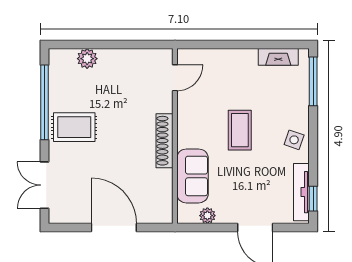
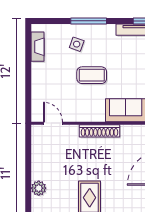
window: (313, 81) -> (89, 21), moved
side table: (294, 140) -> (77, 44), moved

